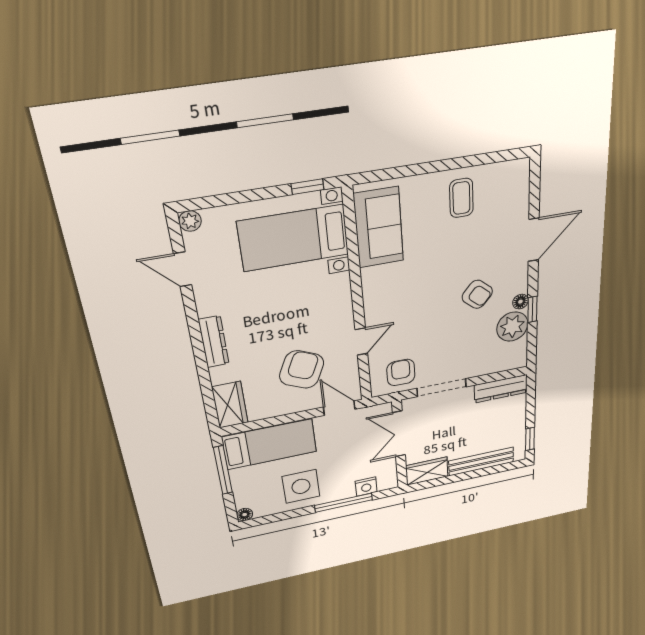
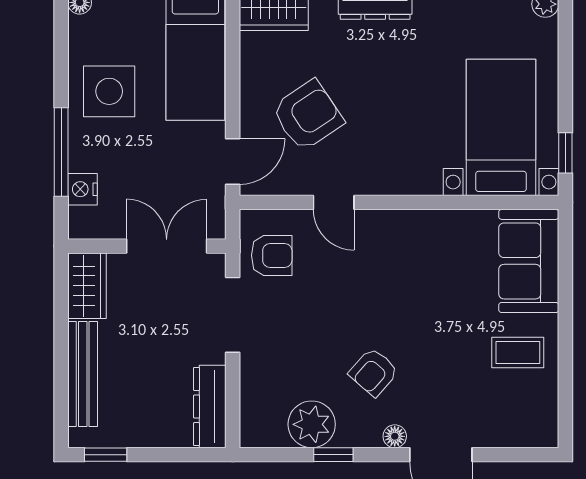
sofa: (379, 228) -> (529, 261), moved, turned 90
floor lamp: (520, 302) -> (395, 436), moved
armchair: (302, 370) -> (308, 115), turned -58

